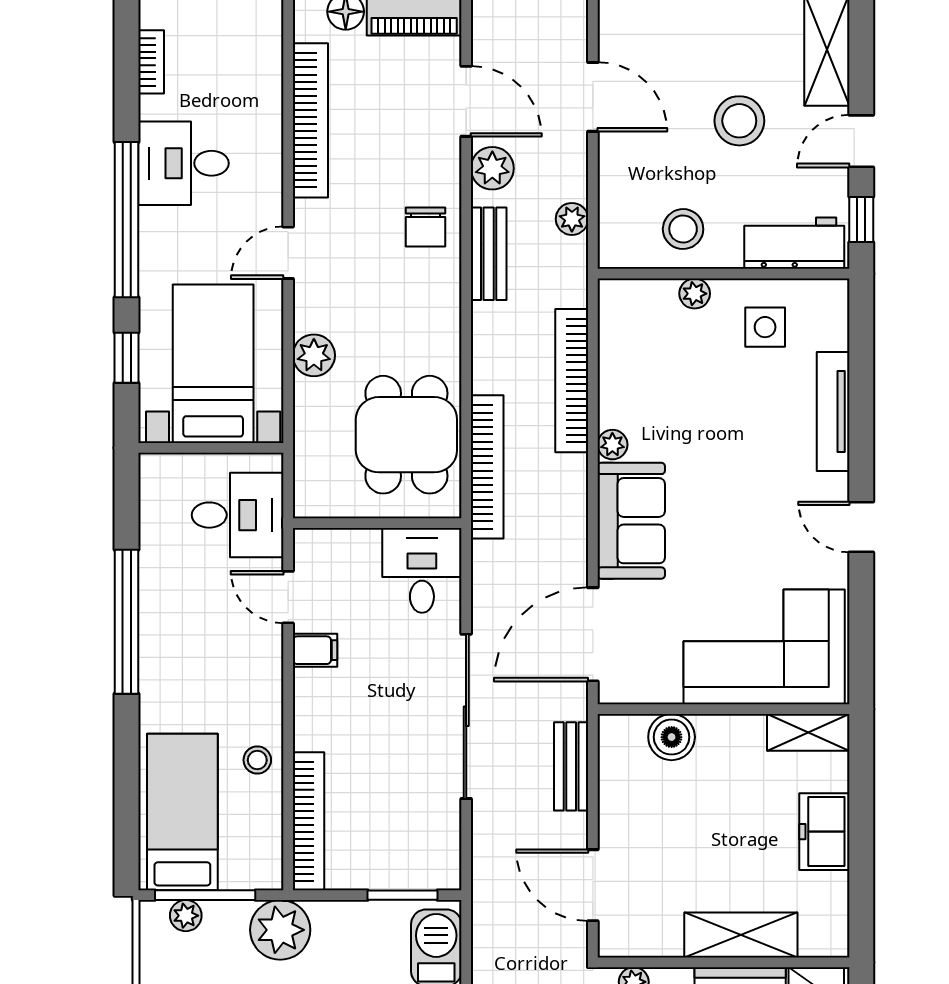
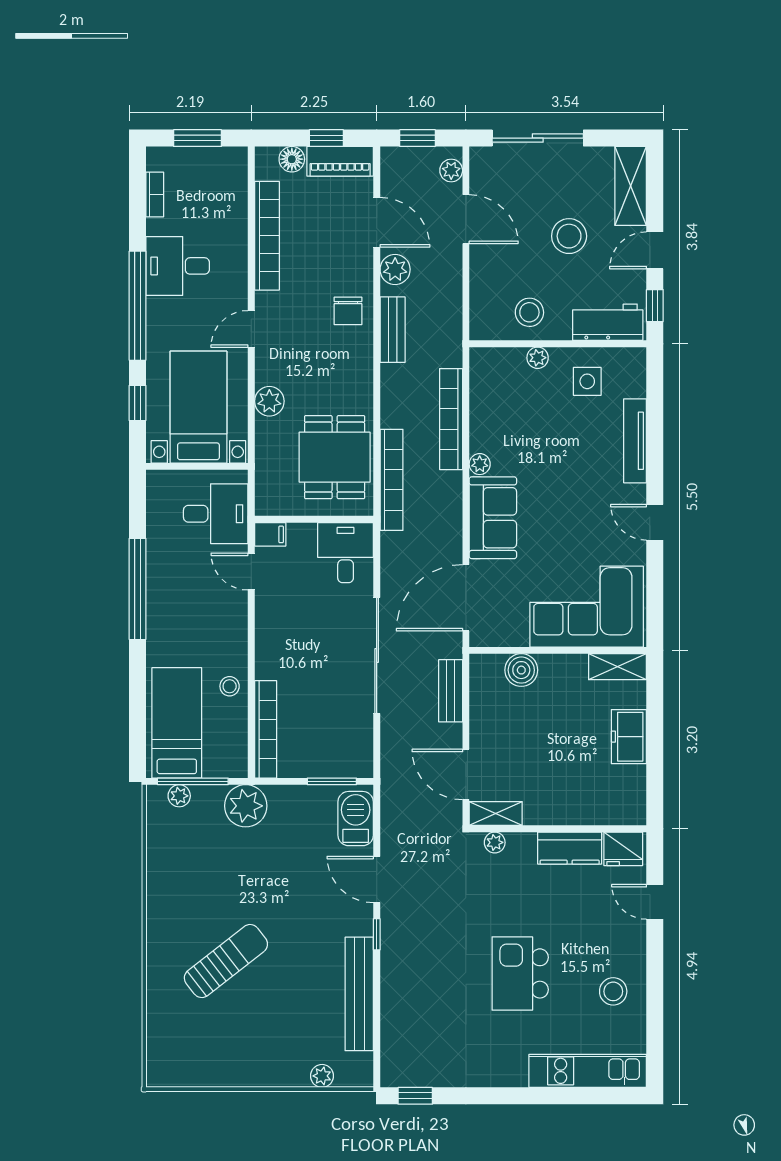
plant: (572, 219) -> (451, 170), moved
filing cabinet: (315, 650) -> (270, 534), moved
shelving: (741, 935) -> (496, 813), moved, width x0.67, depth x0.75

